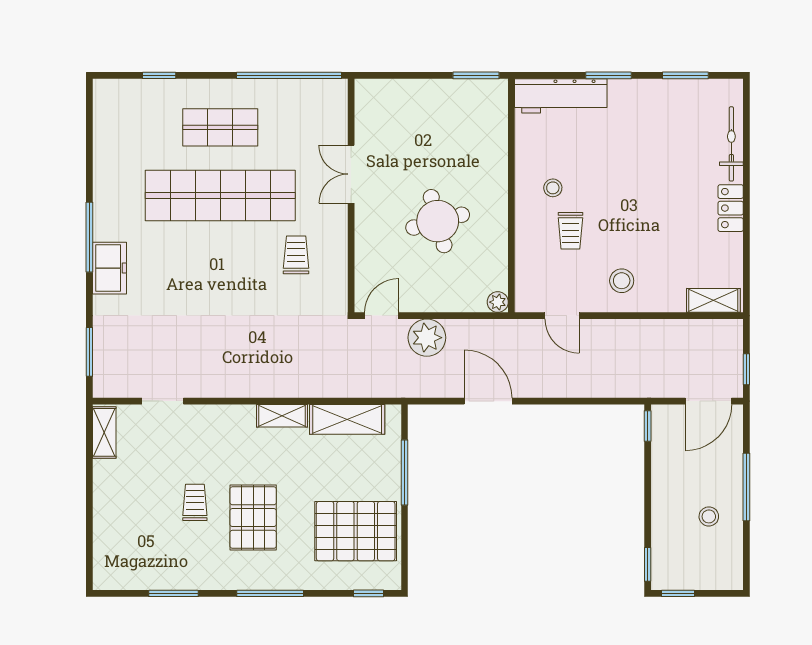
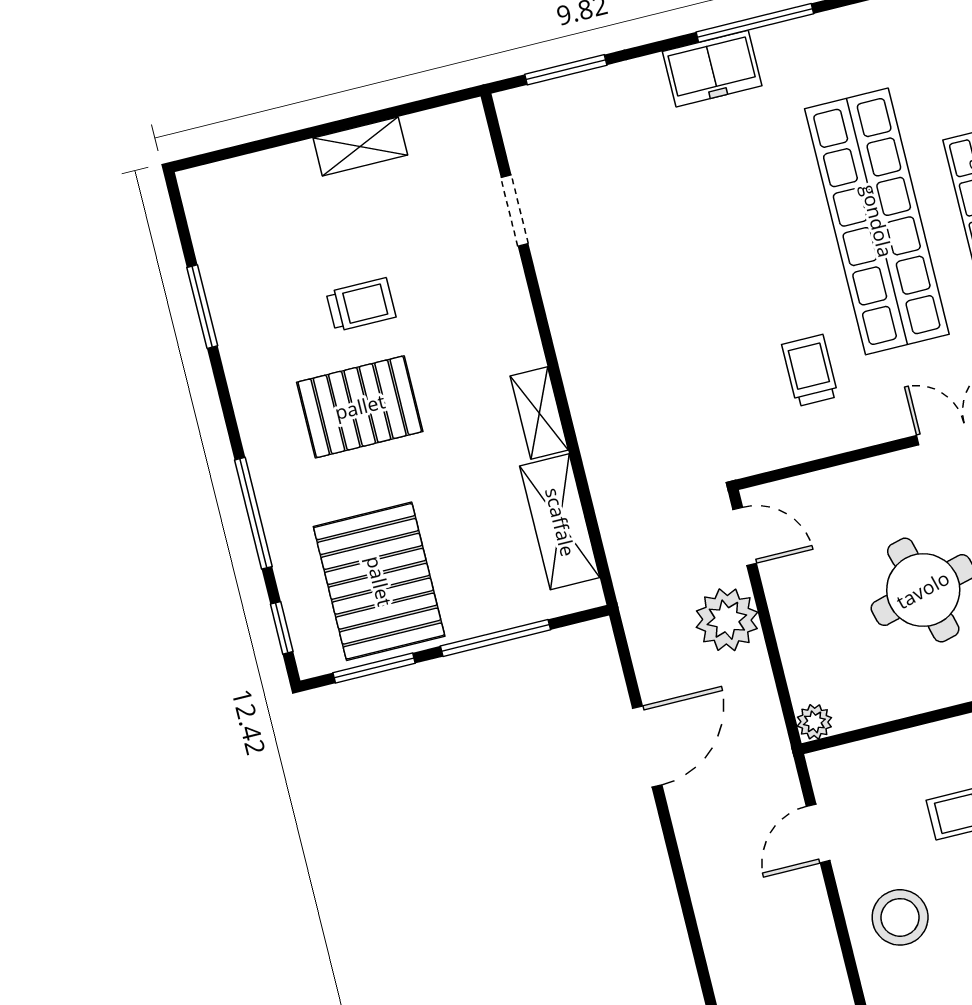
trolley: (296, 255) -> (810, 370), turned -90
stool: (622, 281) -> (900, 917), width x1.38, depth x1.38
shelving: (104, 432) -> (360, 146), moved
window: (405, 546) -> (374, 668), added
window: (270, 593) -> (253, 513), moved

